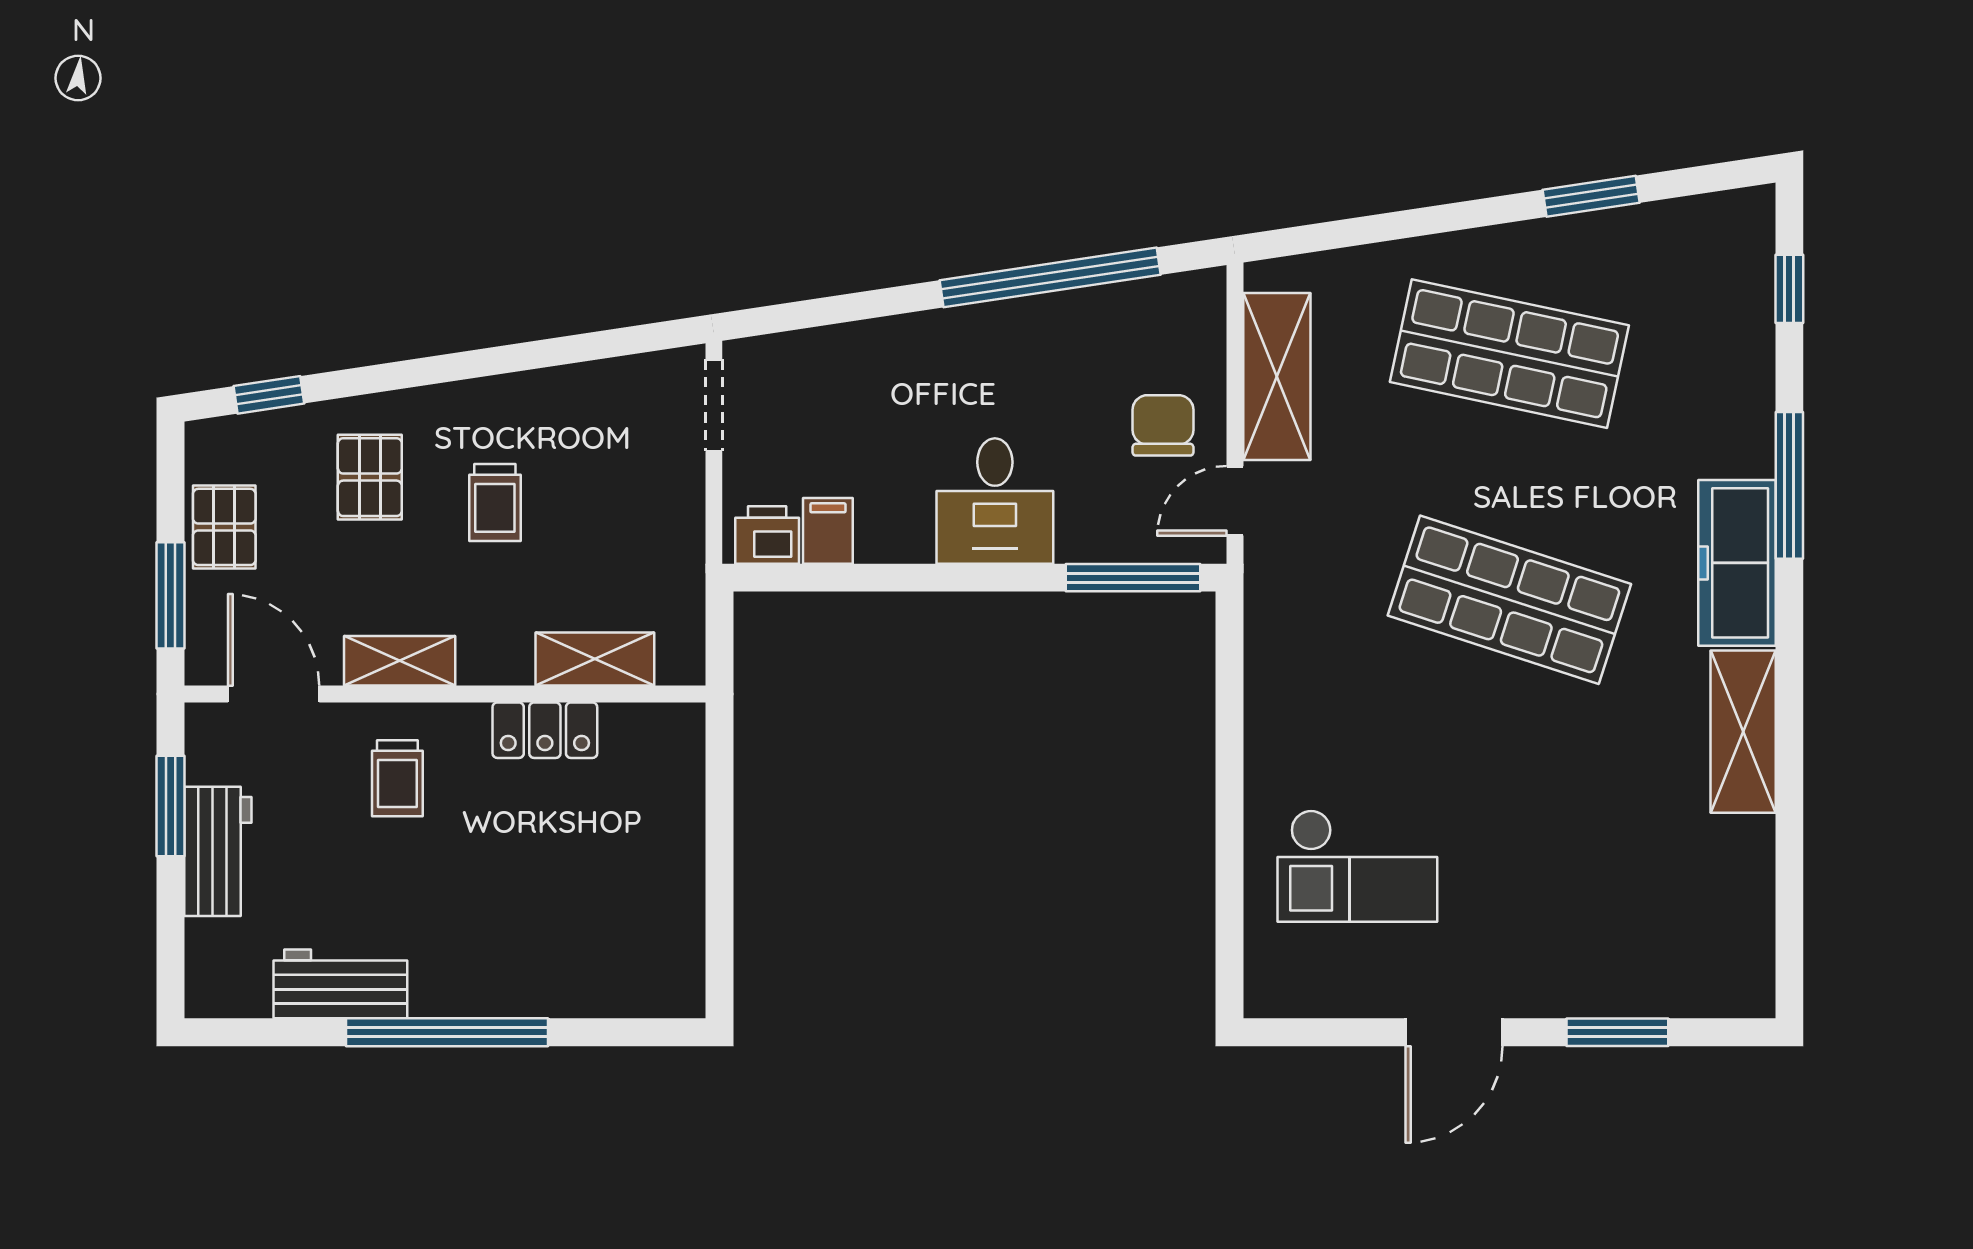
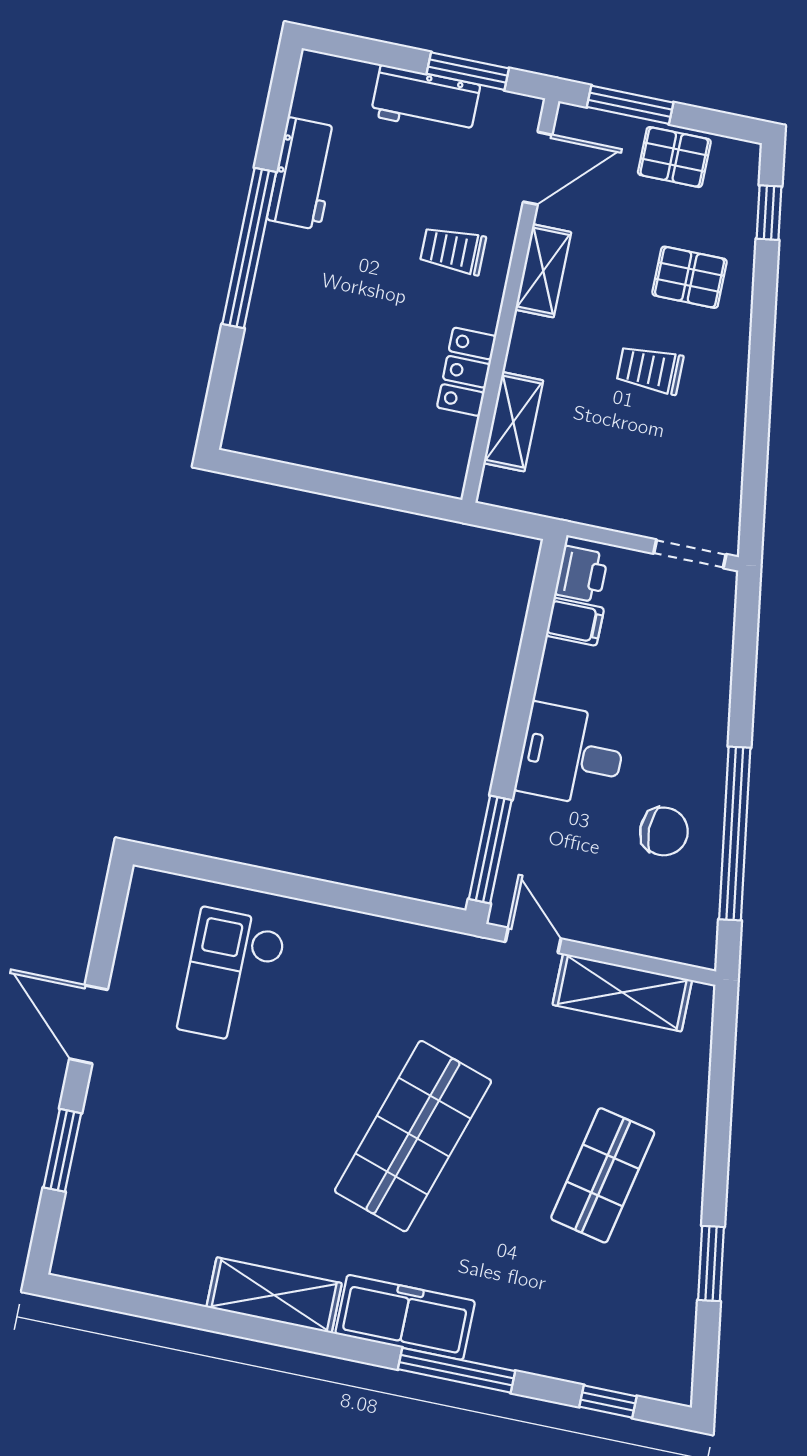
shop shelf: (1509, 354) -> (603, 1175), width x0.70, depth x0.74
chair: (1163, 425) -> (664, 831), moved

